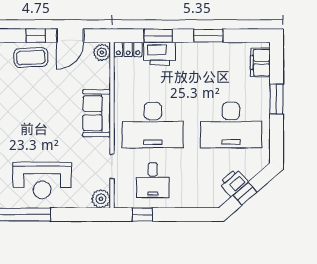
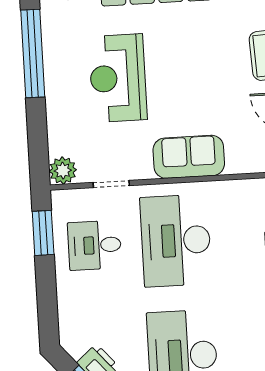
reception desk: (42, 180) -> (118, 78), moved
window: (142, 215) -> (43, 233), width x1.50

